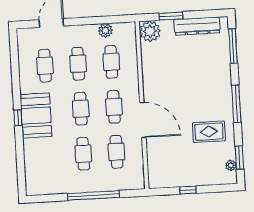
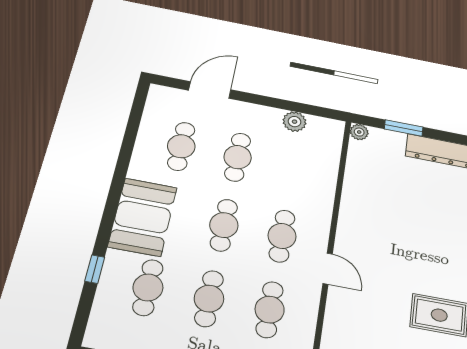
plant: (150, 31) -> (359, 132), width x0.53, depth x0.53
cafe table: (111, 62) -> (148, 287), moved
window: (18, 118) -> (95, 269), moved
door: (143, 120) -> (328, 269), width x0.53

